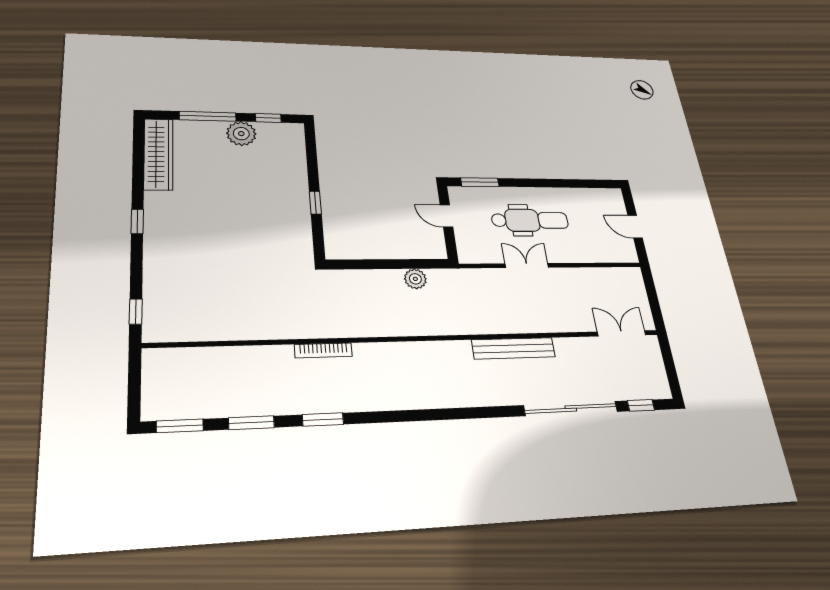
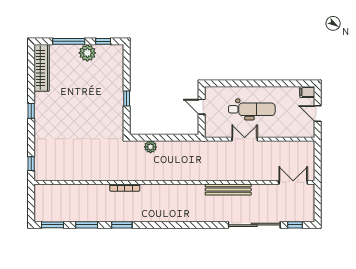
window: (480, 182) -> (225, 83), removed
filing cabinet: (612, 196) -> (307, 92), added
plant: (415, 279) -> (150, 147), moved

